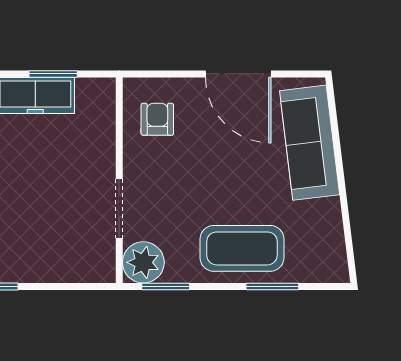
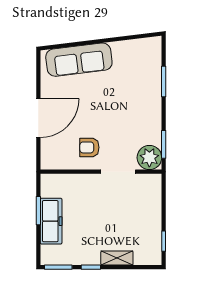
door: (238, 74) -> (38, 118), moved
armchair: (157, 119) -> (89, 147), moved
coffee table: (242, 248) -> (141, 99), removed

